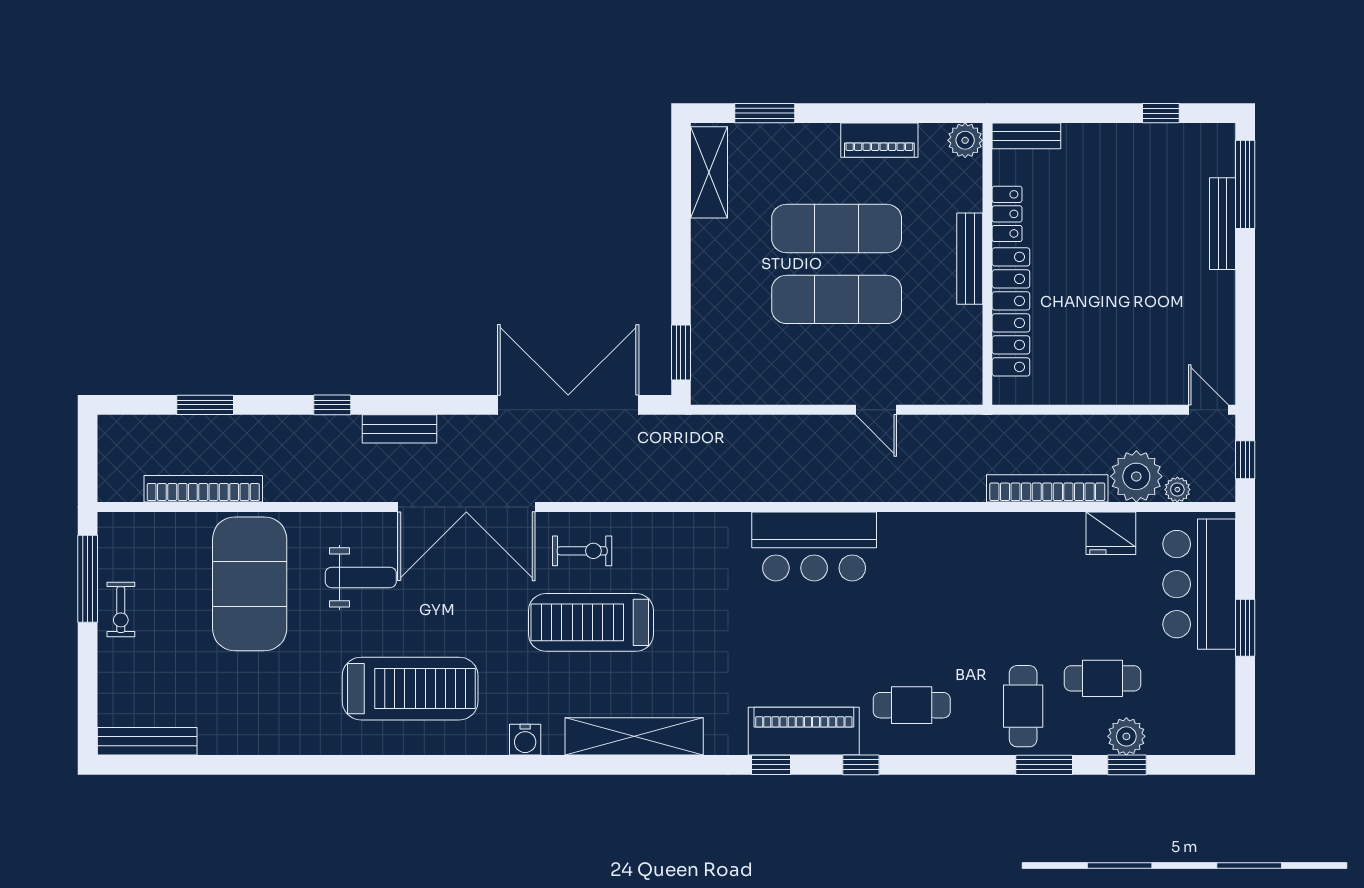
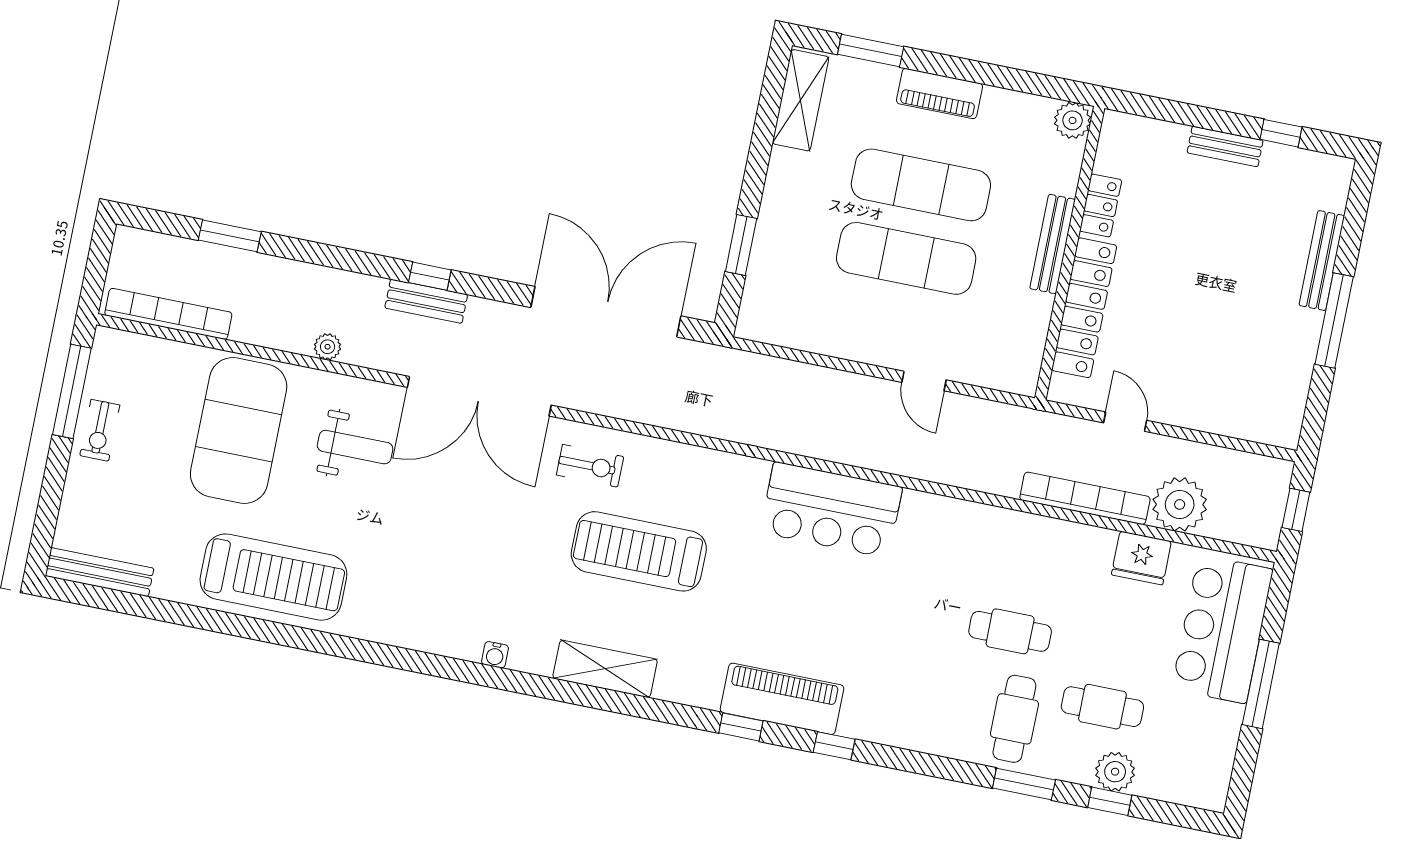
bench: (1026, 136) -> (1225, 146), moved
piano: (879, 140) -> (939, 93), moved
window: (1245, 184) -> (1334, 320), moved
window: (681, 352) -> (741, 245), moved
window: (332, 405) -> (430, 276), moved
door: (1208, 410) -> (1125, 422), moved
bookcase: (203, 489) -> (168, 314), moved
plant: (1177, 490) -> (328, 347), moved
treadmill: (591, 622) -> (639, 551), moved
window: (1245, 628) -> (1261, 684), width x1.44
treadmill: (410, 689) -> (273, 577), moved
cafe table: (912, 705) -> (1010, 631), moved
shelving: (634, 736) -> (605, 669), width x0.68
water cooler: (525, 740) -> (495, 655), width x0.72, depth x0.72

